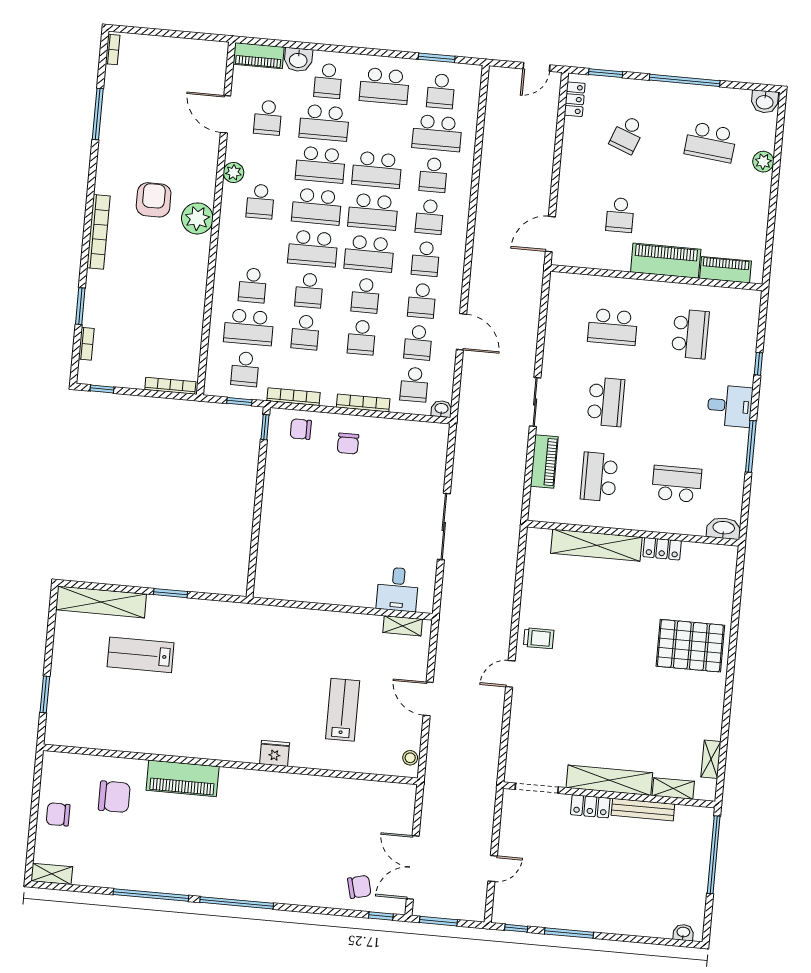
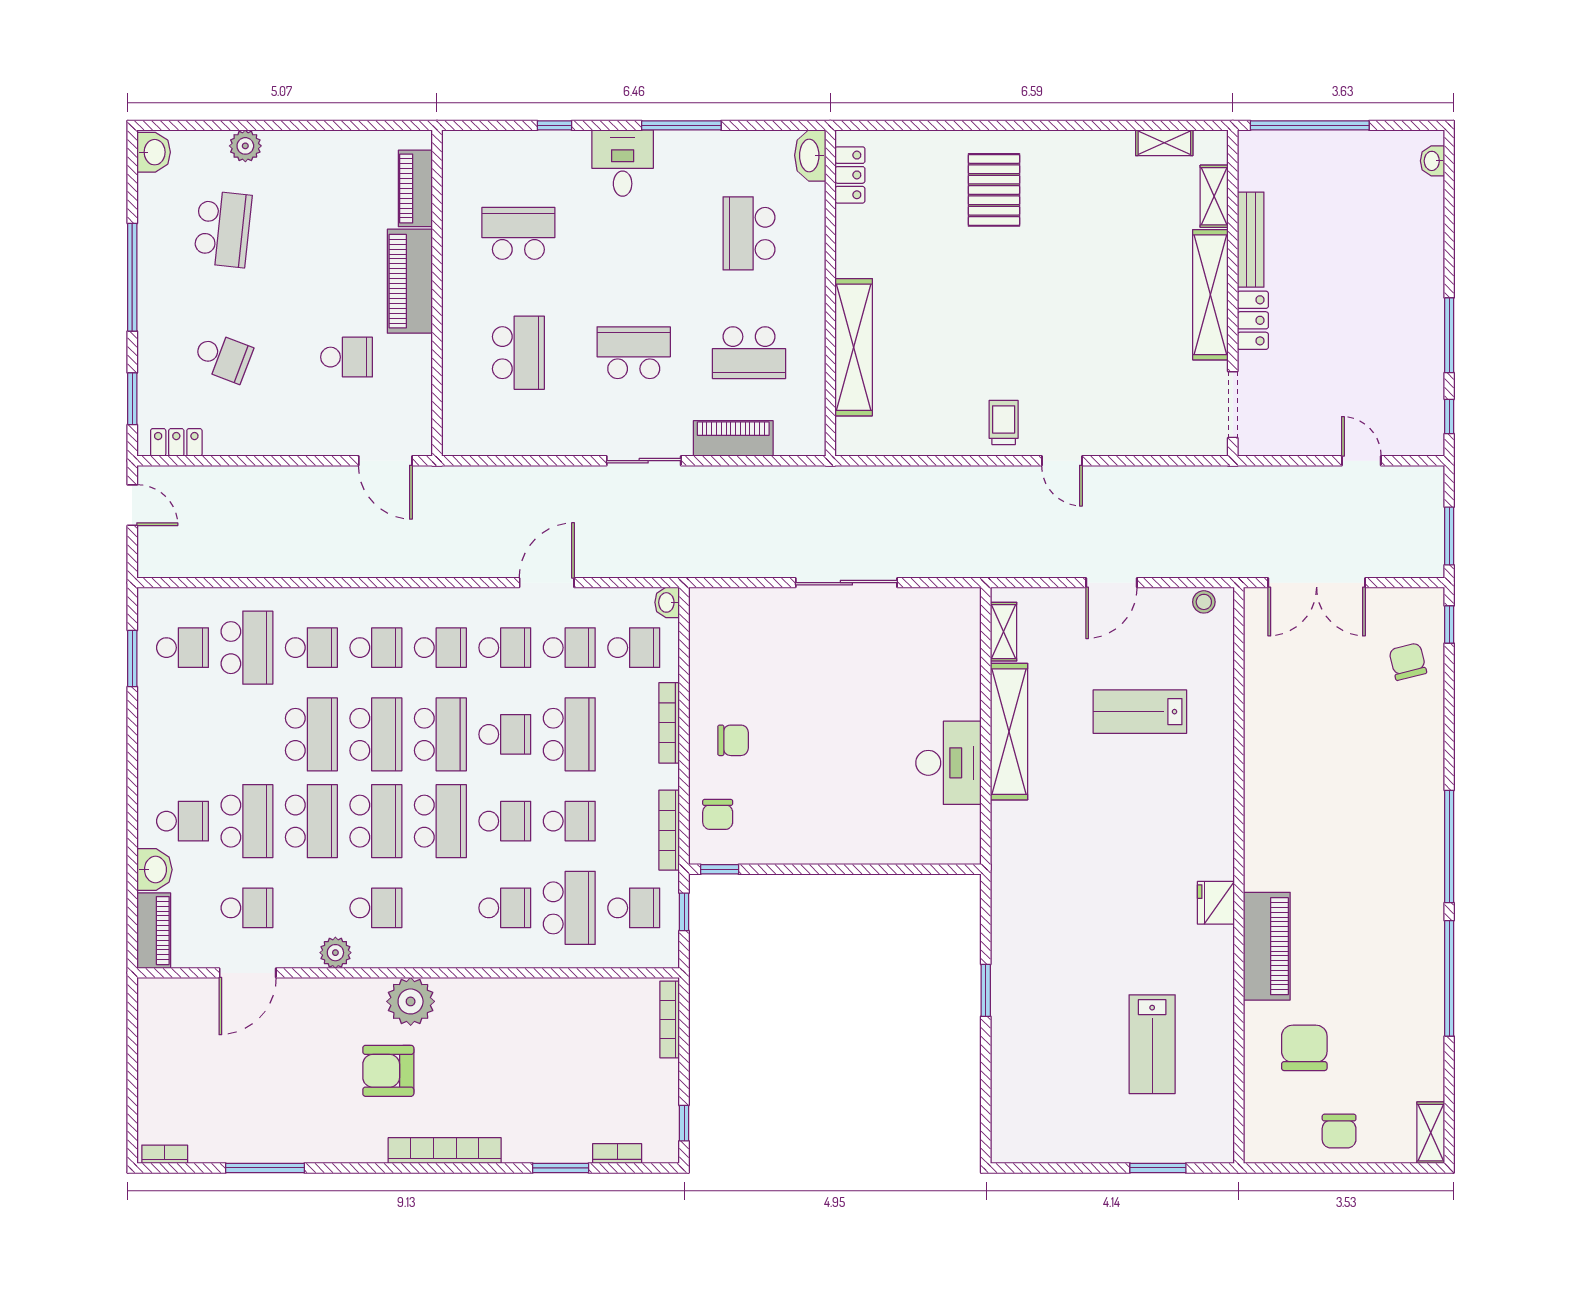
school desk: (384, 86) -> (182, 734), removed
school desk: (362, 337) -> (569, 734), width x1.85
locker: (662, 549) -> (850, 175), moved
desk: (398, 589) -> (949, 763), moved, width x1.37
shelving: (101, 602) -> (1009, 732), moved
pallet: (690, 646) -> (994, 190), width x0.73, depth x0.71
lab bench: (141, 655) -> (1152, 1044), moved
fridge: (275, 753) -> (1216, 903), moved
double door: (413, 867) -> (1317, 583), moved

